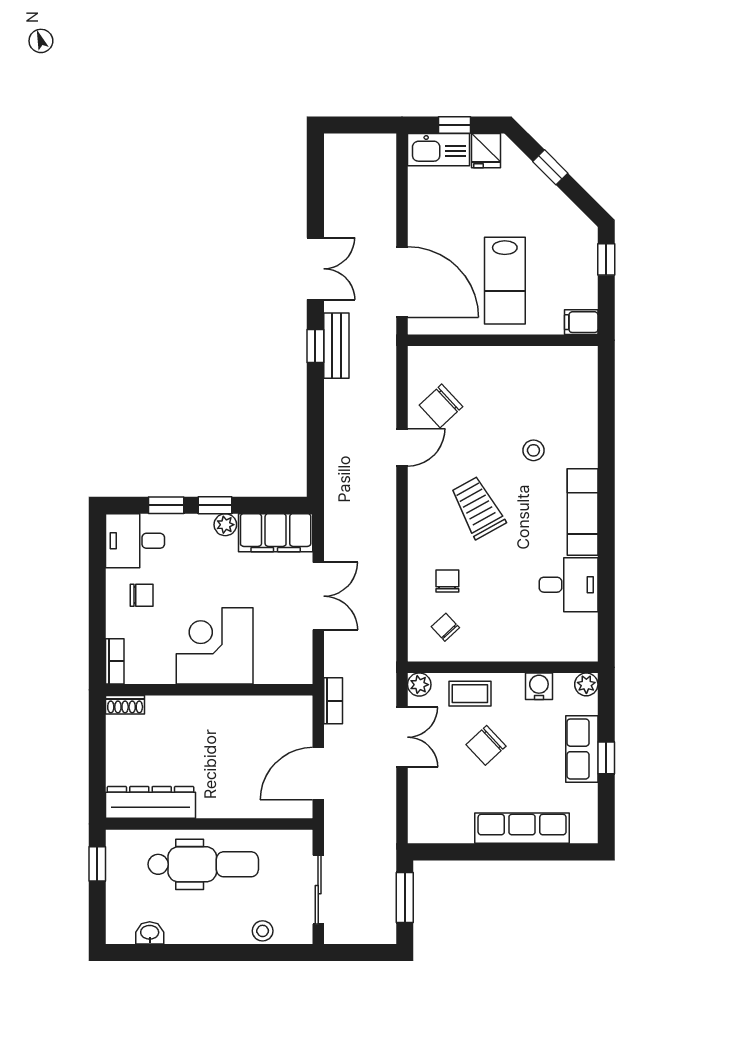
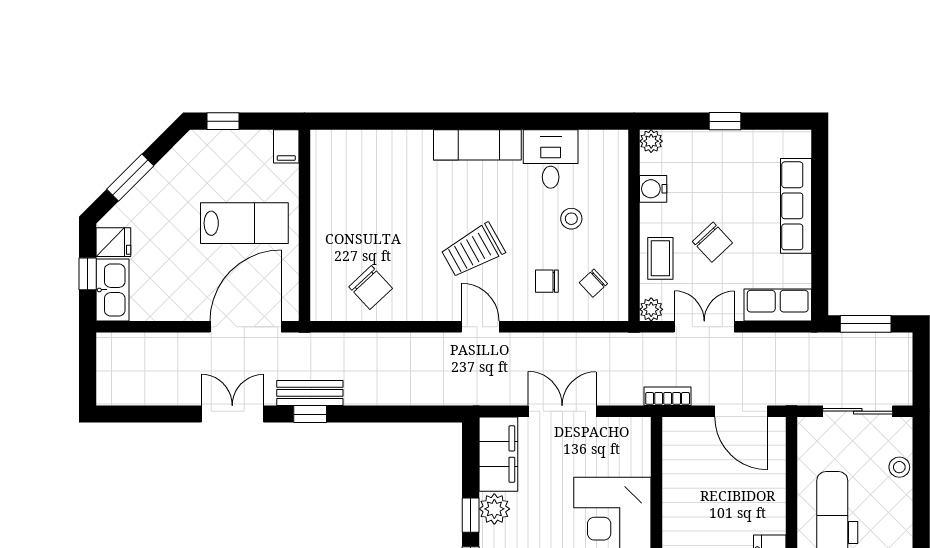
window: (550, 167) -> (130, 177), width x1.50
door: (402, 447) -> (480, 327), moved
stool: (533, 450) -> (571, 219), moved
plant: (225, 525) -> (494, 509), width x1.38, depth x1.38
row of seats: (582, 749) -> (778, 305), moved, turned 180

